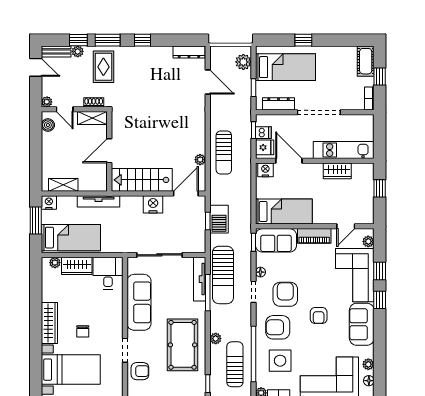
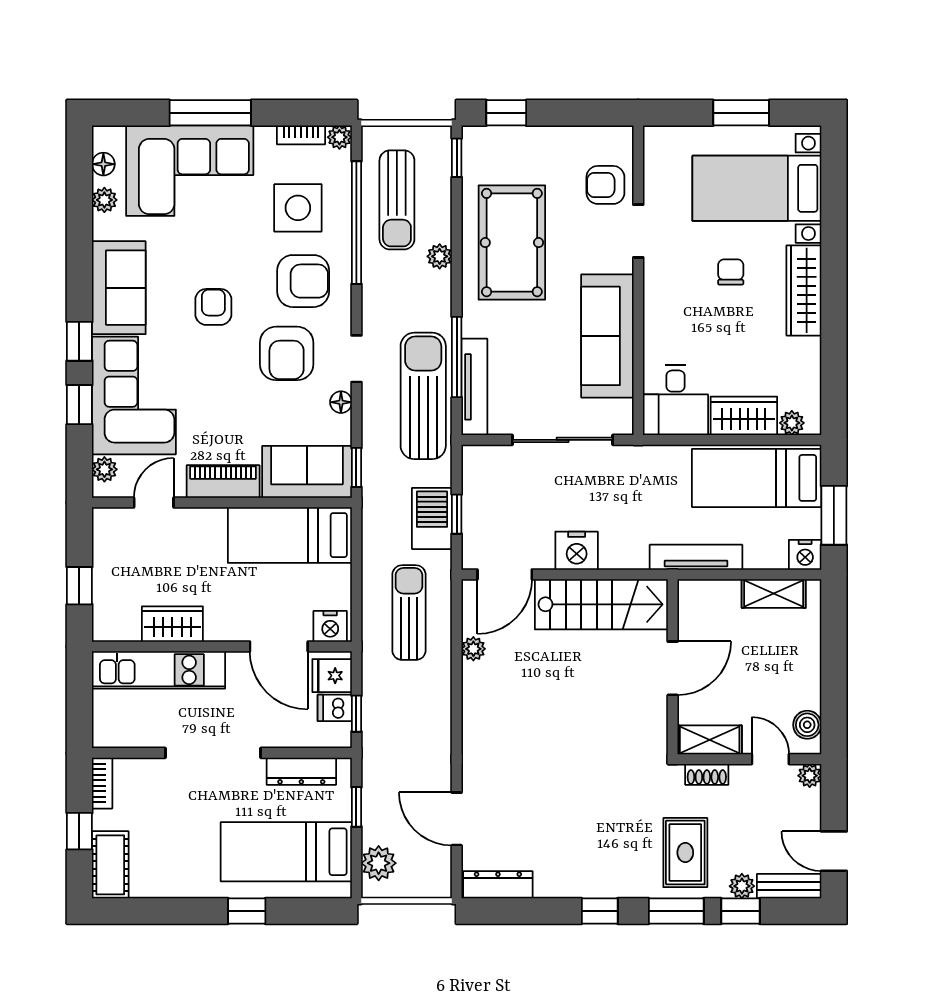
sun lounger: (224, 153) -> (409, 613), moved

